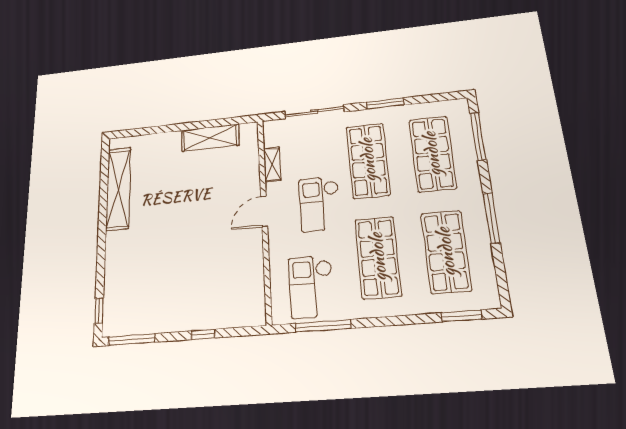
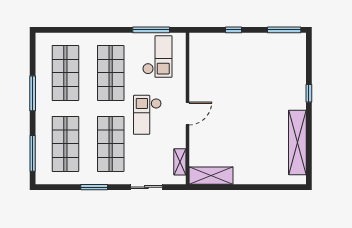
sliding door: (314, 112) -> (146, 187), width x0.73
shelving: (210, 138) -> (211, 176), moved
shelving: (272, 164) -> (180, 162), moved
checkout: (320, 204) -> (147, 115), turned 180
window: (99, 311) -> (309, 93), moved
window: (462, 316) -> (61, 30), removed

